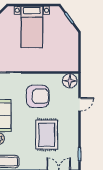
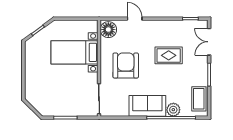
bed with nightstands: (32, 27) -> (74, 52), moved, turned 180
rug: (47, 135) -> (169, 55), width x0.73, depth x0.70

